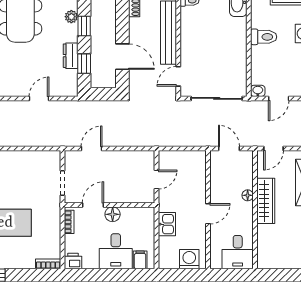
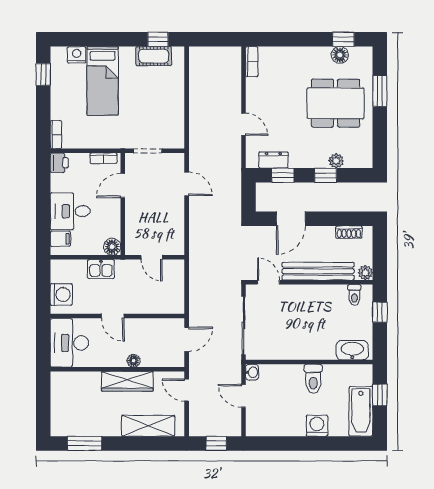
dresser: (71, 56) -> (273, 160), moved
door: (93, 205) -> (123, 185), swing flipped
floor lamp: (113, 214) -> (112, 247), moved
desk: (238, 252) -> (69, 343), width x1.37

